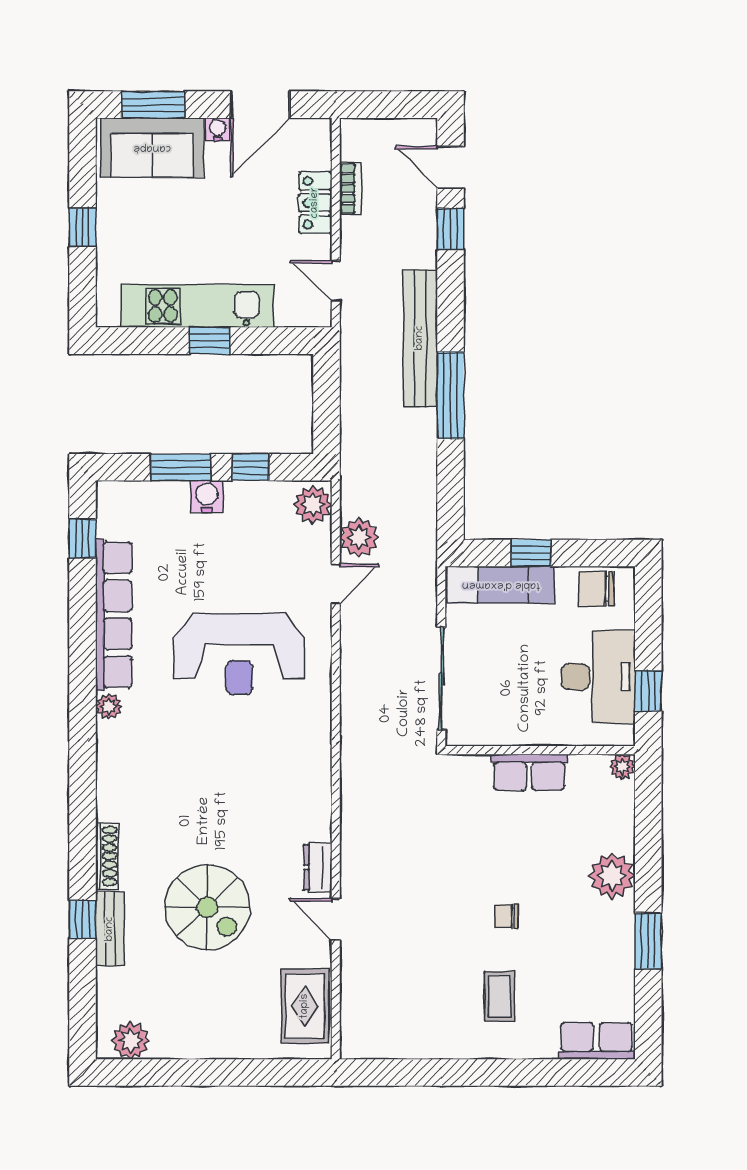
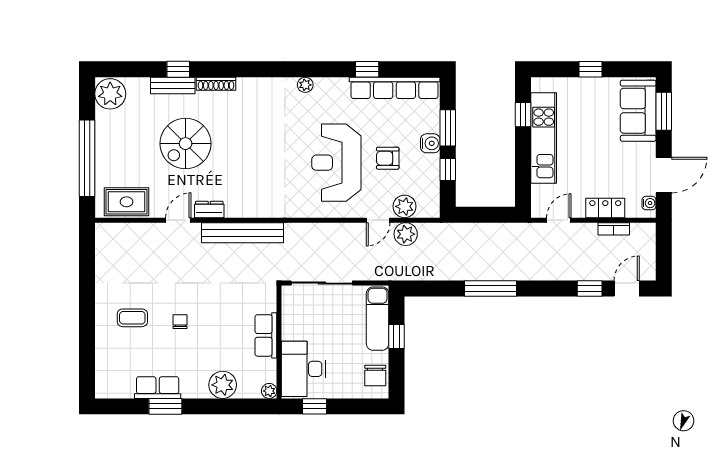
door: (260, 105) -> (664, 175), swing flipped
water cooler: (218, 129) -> (649, 203), moved
bench: (420, 338) -> (242, 233), moved
window: (209, 341) -> (523, 115), moved
plant: (313, 505) -> (405, 206), moved
window: (83, 538) -> (367, 69), moved
armchair: (232, 568) -> (388, 158), added
door: (336, 584) -> (378, 220), hinge flipped
chair: (596, 589) -> (375, 375), turned 180
row of seats: (114, 615) -> (395, 88), moved
desk: (598, 677) -> (303, 369), moved, turned 90
plant: (612, 876) -> (223, 385), moved
plant: (131, 1040) -> (110, 94), width x1.36, depth x1.36
row of seats: (597, 1041) -> (158, 388), moved, turned -90
window: (232, 1072) -> (87, 158), added

